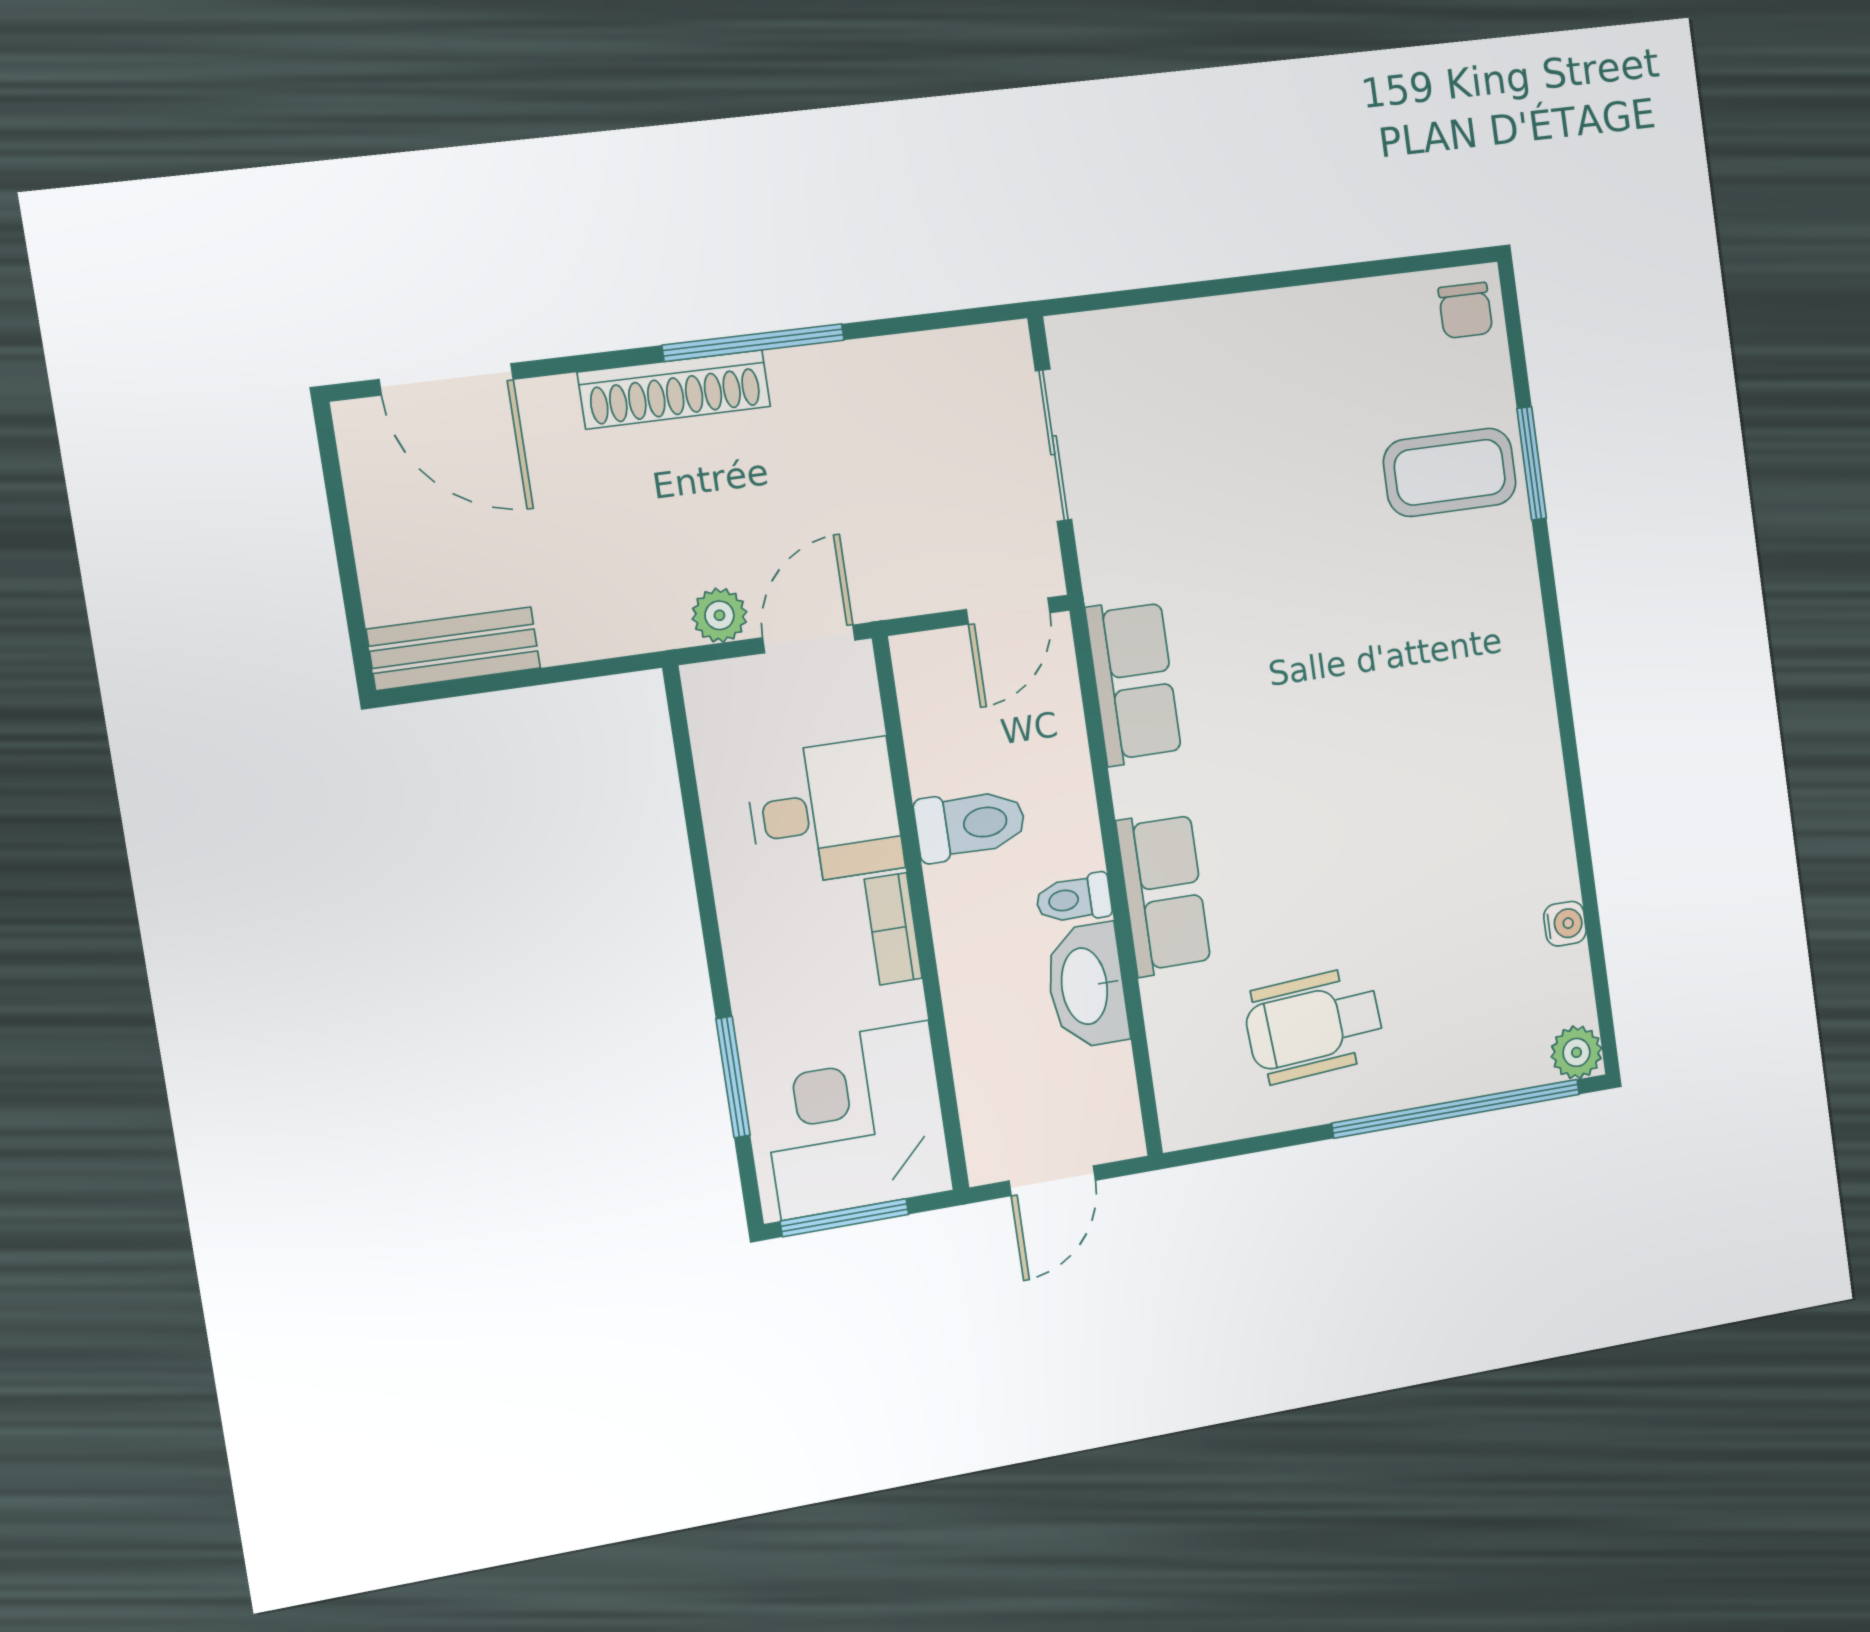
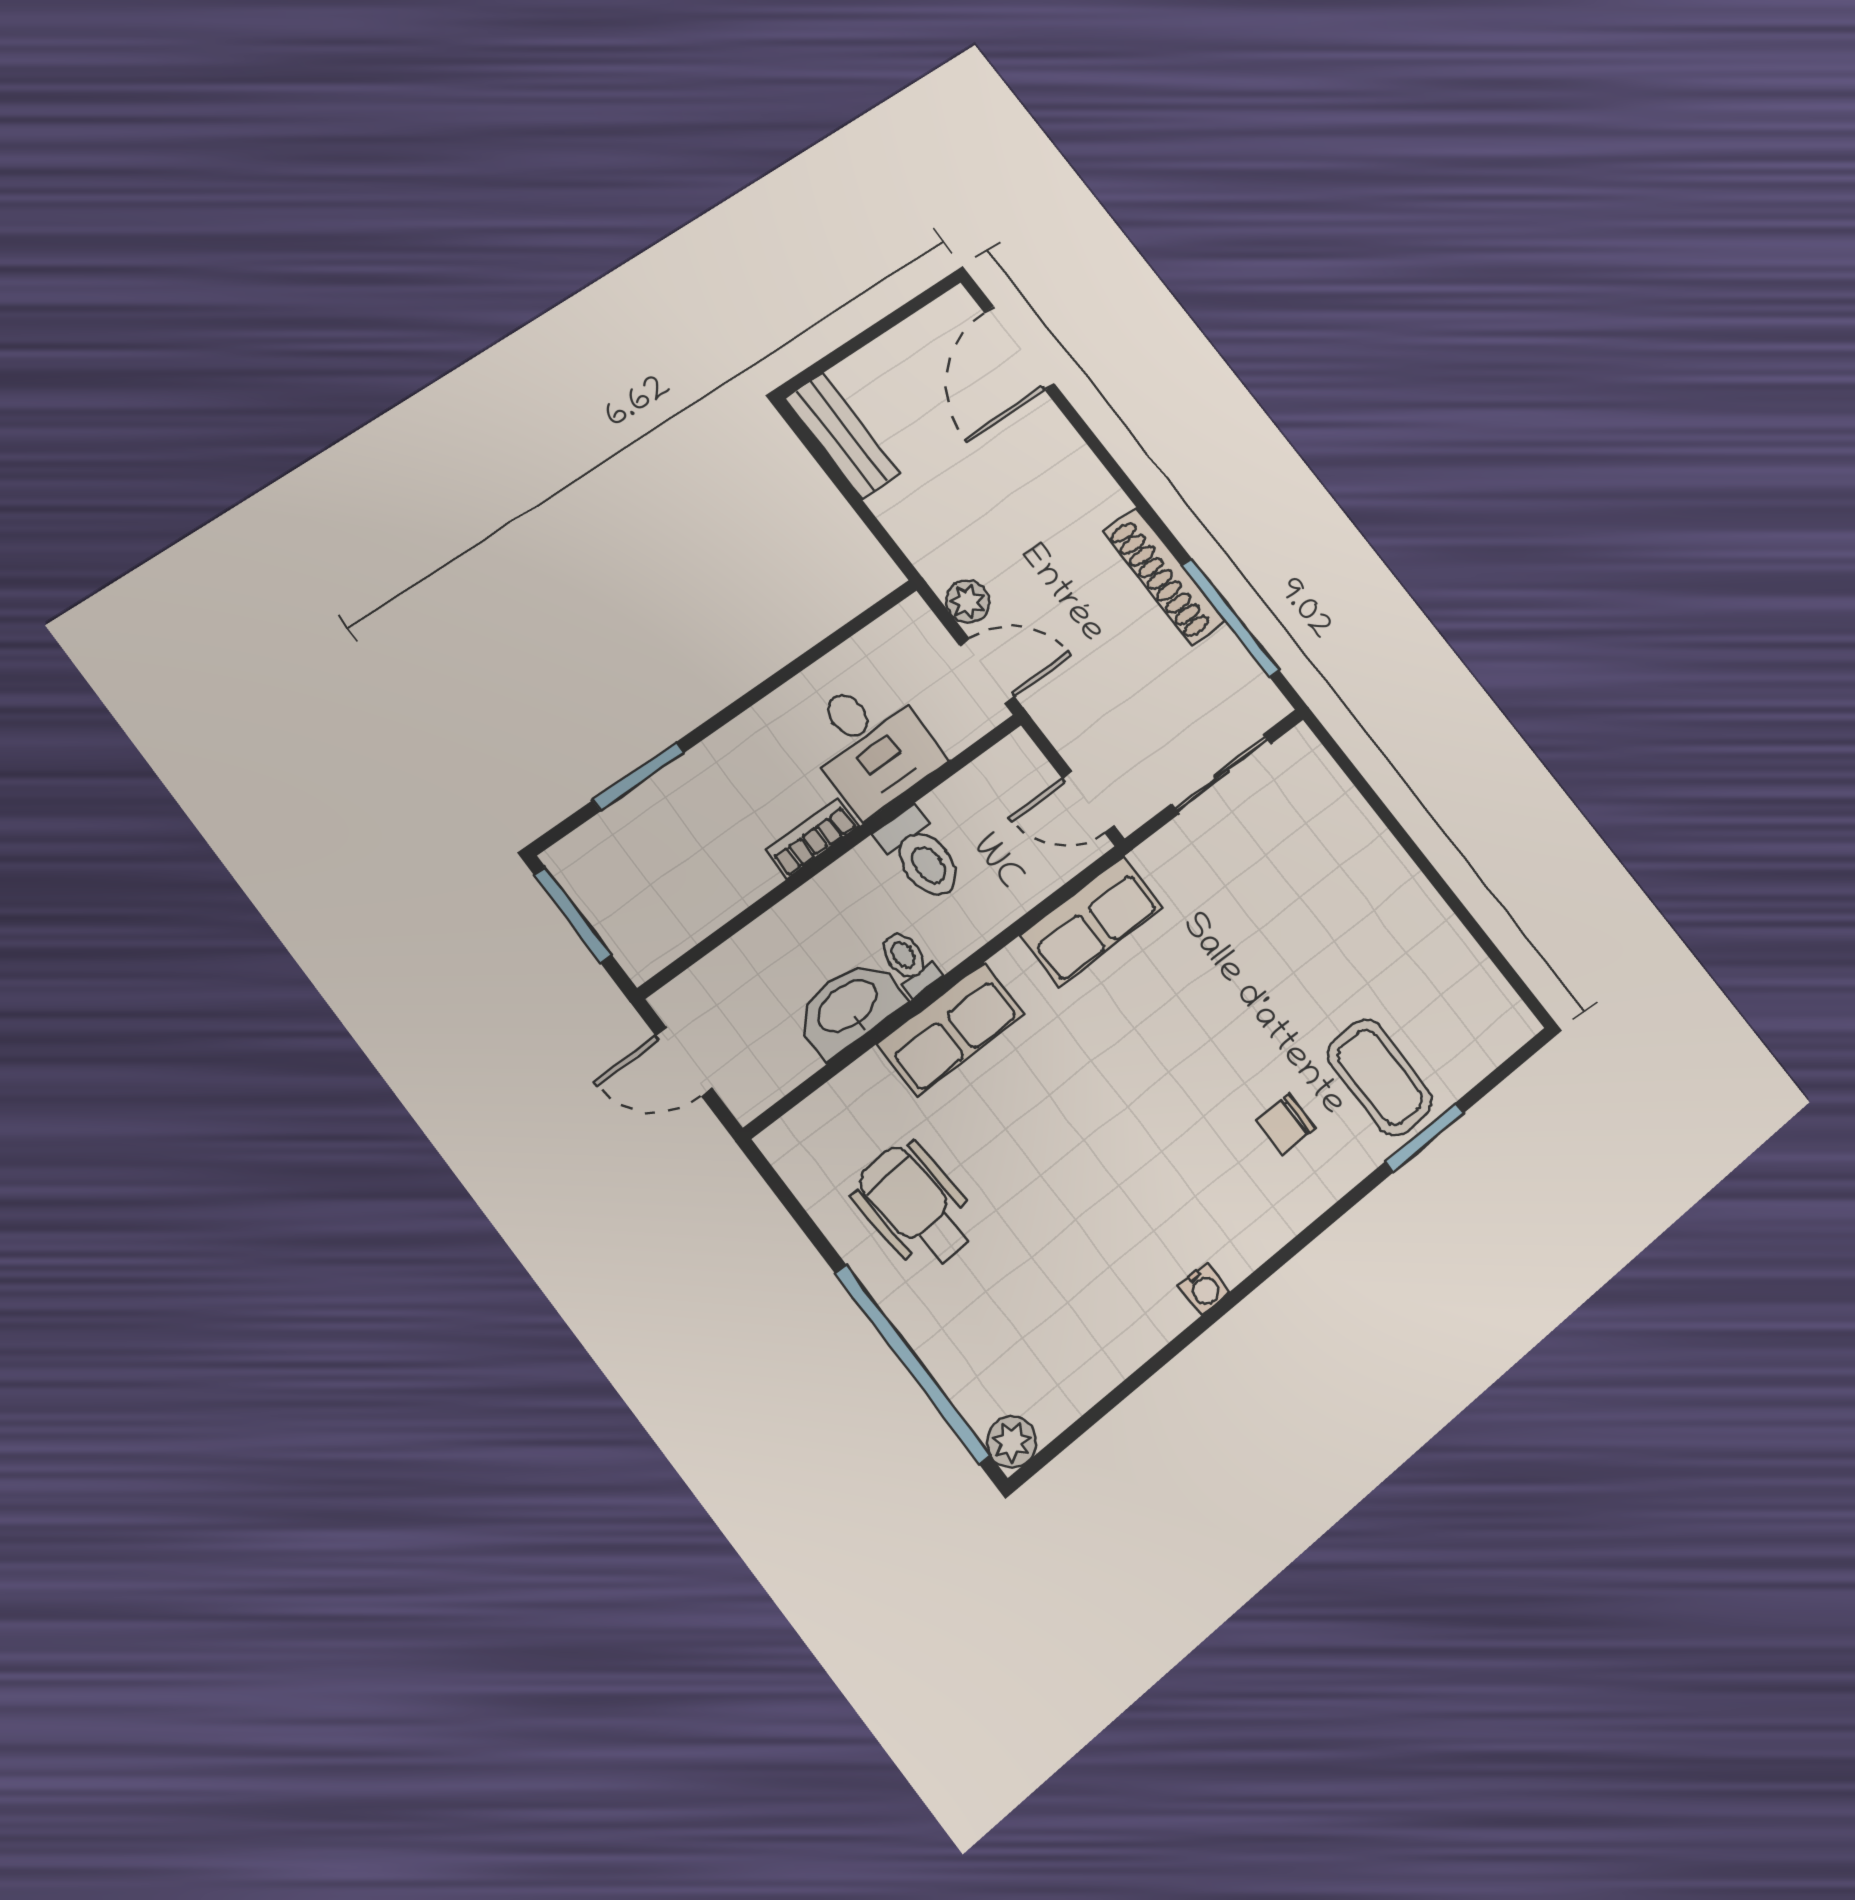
chair: (1465, 310) -> (1286, 1124), moved
window: (753, 343) -> (1231, 618), moved
shoe rack: (674, 389) -> (1164, 576), moved
water cooler: (1565, 924) -> (1204, 1289), moved
corner desk: (855, 1120) -> (653, 884), removed

